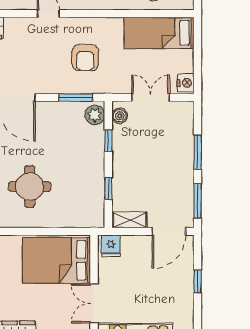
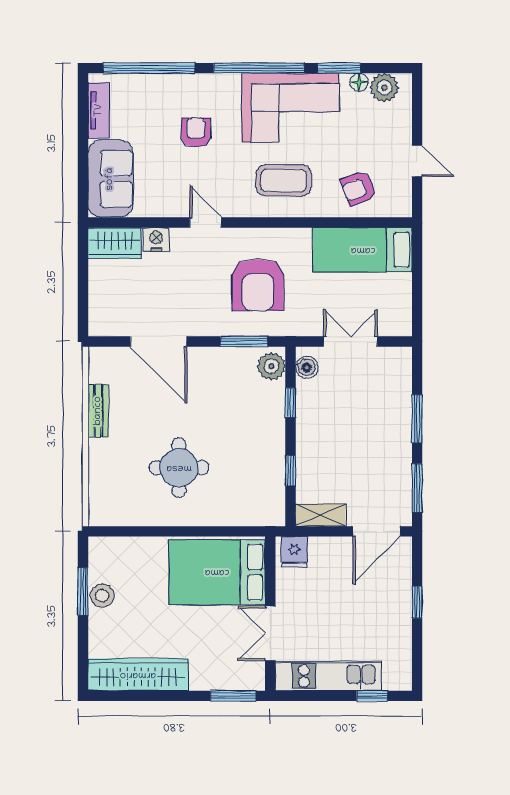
armchair: (85, 58) -> (258, 285), width x1.36, depth x1.36
nightstand: (186, 83) -> (156, 239), moved, turned -90

